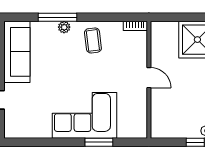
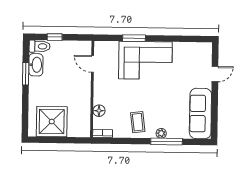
floor lamp: (140, 54) -> (99, 111), added
door: (149, 78) -> (93, 64), moved

